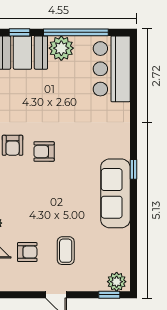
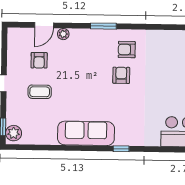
window: (134, 169) -> (121, 149), moved

